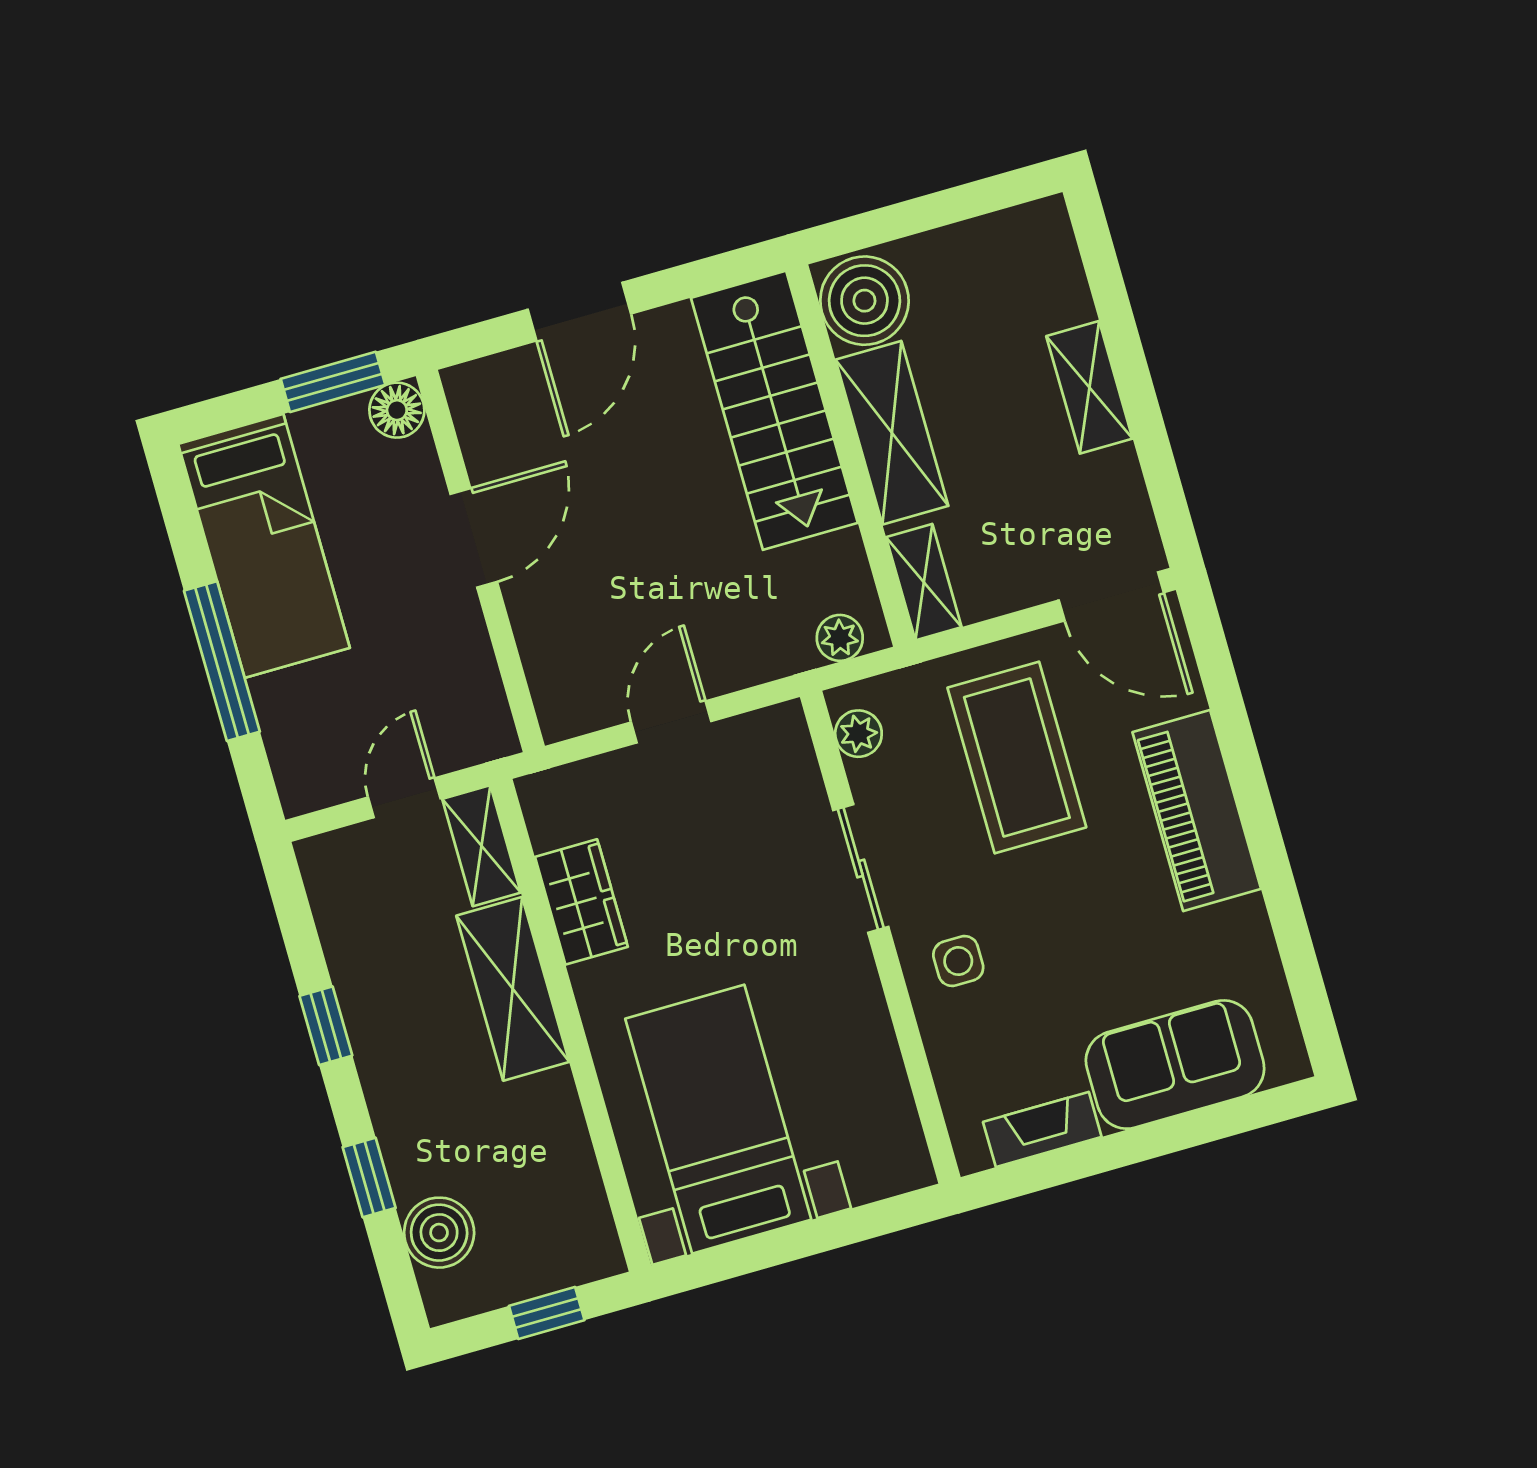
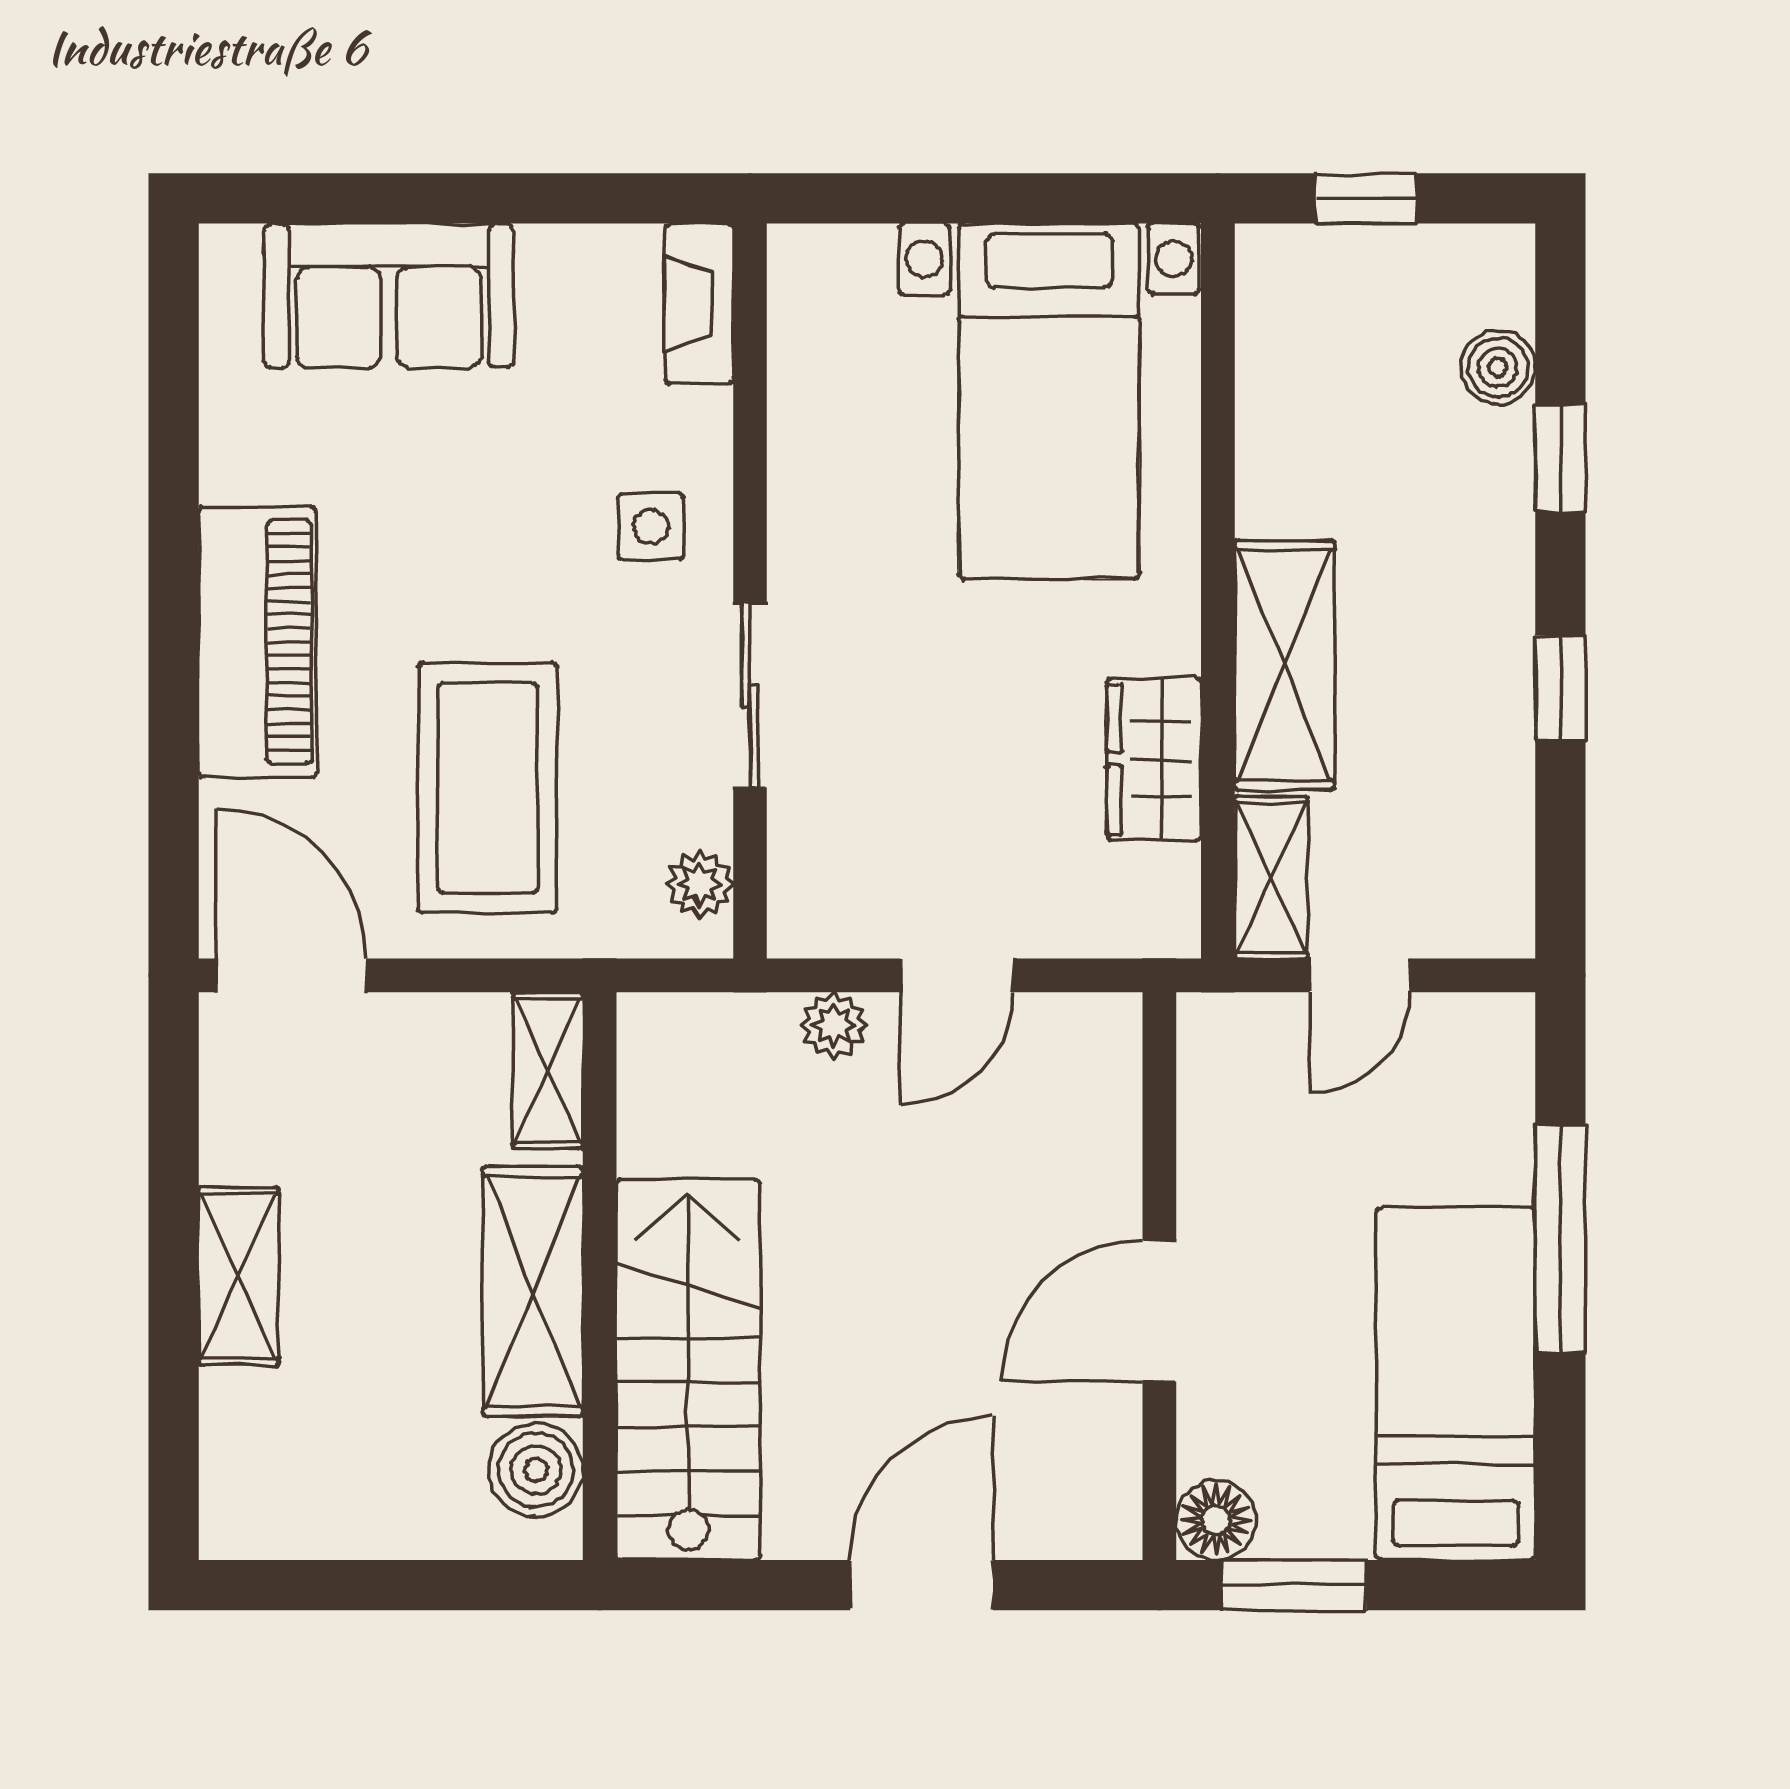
boiler: (864, 301) -> (536, 1470), width x0.73, depth x0.73
plant: (840, 638) -> (834, 1025), moved
fireplace: (1042, 1129) -> (699, 304), moved, turned 90
boiler: (439, 1233) -> (1498, 367), width x0.73, depth x0.73

